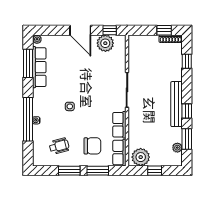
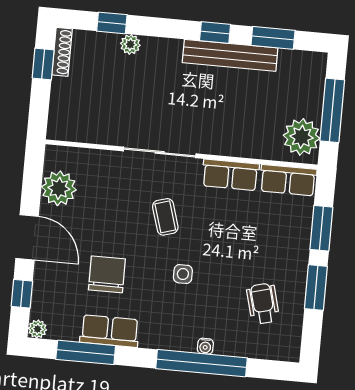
door: (80, 30) -> (27, 237), hinge flipped
window: (110, 30) -> (22, 294), moved
row of seats: (39, 67) -> (110, 331), width x0.68
coffee table: (96, 95) -> (165, 217), added
bench: (177, 104) -> (230, 55), moved
chair: (92, 146) -> (107, 274), moved
plant: (177, 148) -> (130, 44), moved
window: (155, 171) -> (332, 110), width x2.17

